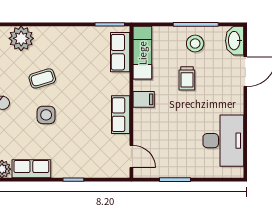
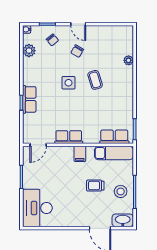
plant: (21, 38) -> (129, 60), width x0.53, depth x0.53
desk: (223, 141) -> (37, 208), moved, turned 90
row of seats: (31, 169) -> (29, 99), moved

